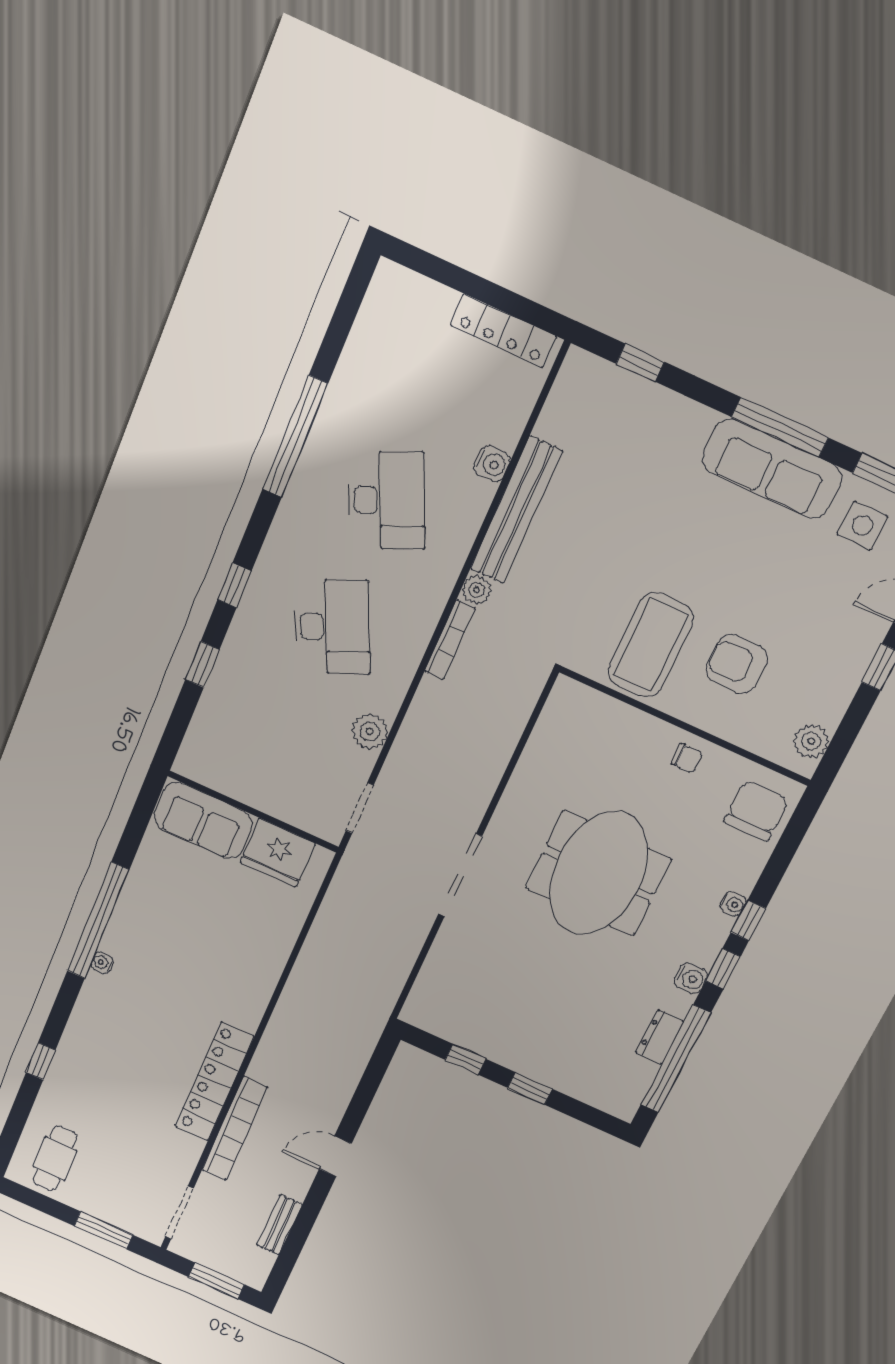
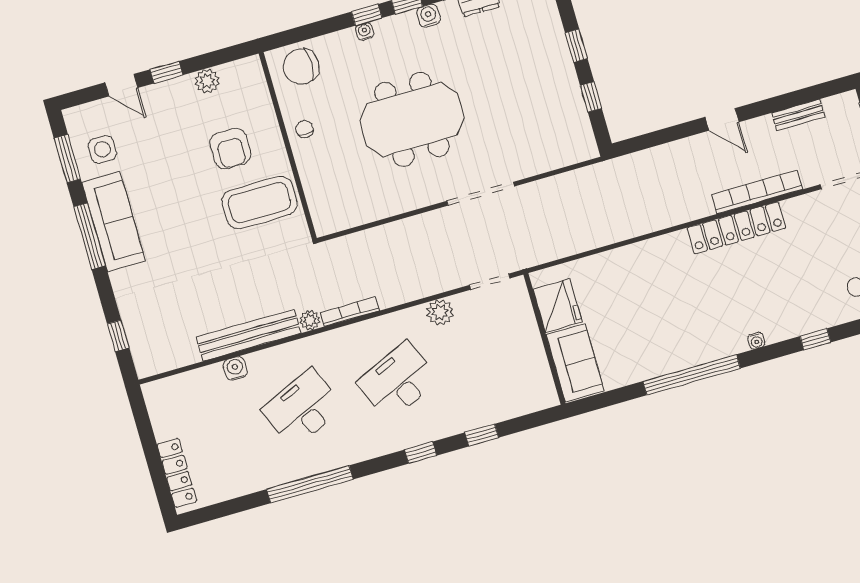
locker: (503, 331) -> (177, 473), moved
plant: (811, 741) -> (207, 81), moved
water cooler: (102, 963) -> (756, 341), moved

